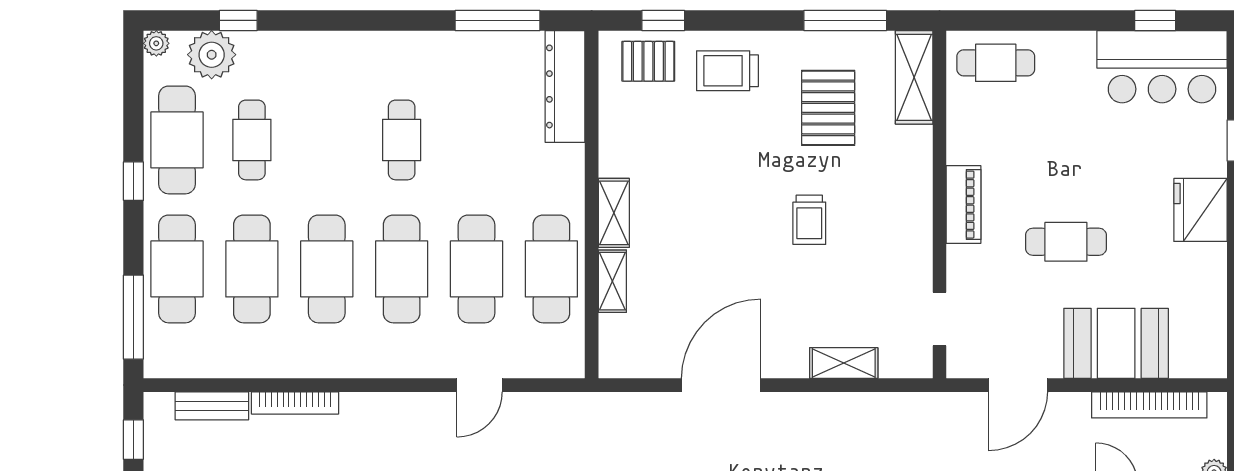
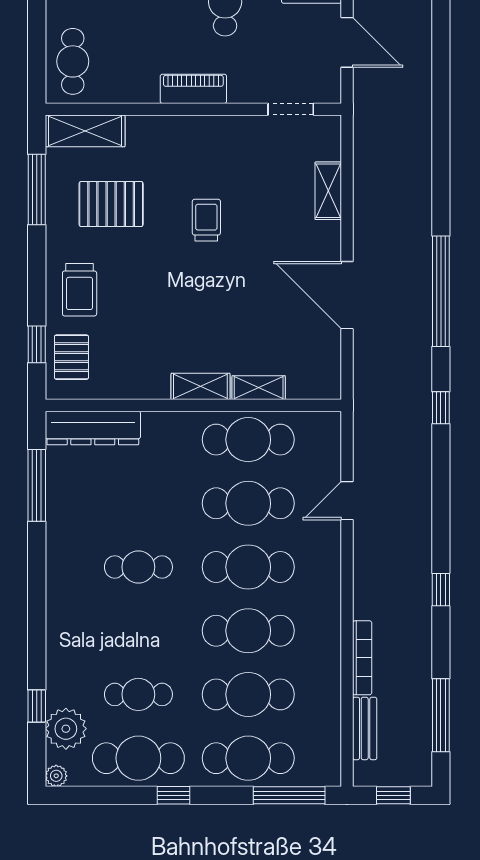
trolley: (809, 220) -> (206, 220), turned -90
door: (480, 385) -> (347, 501), swing flipped

